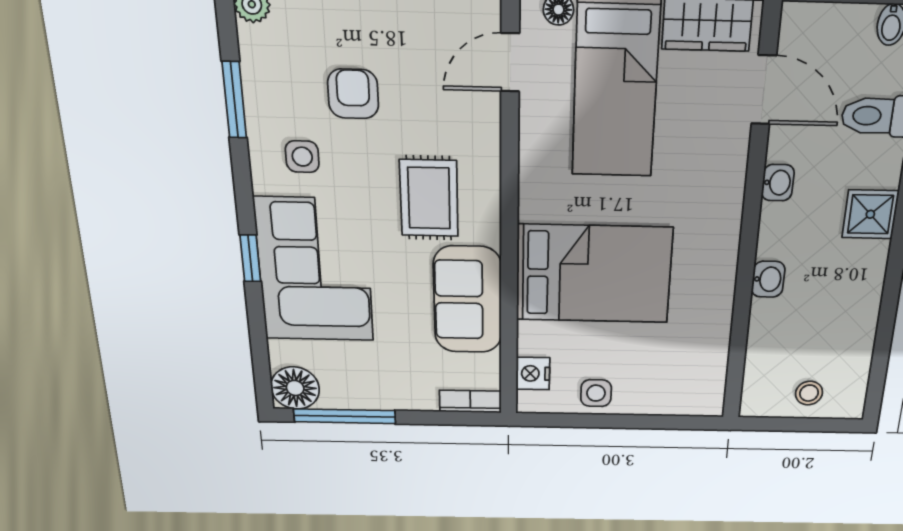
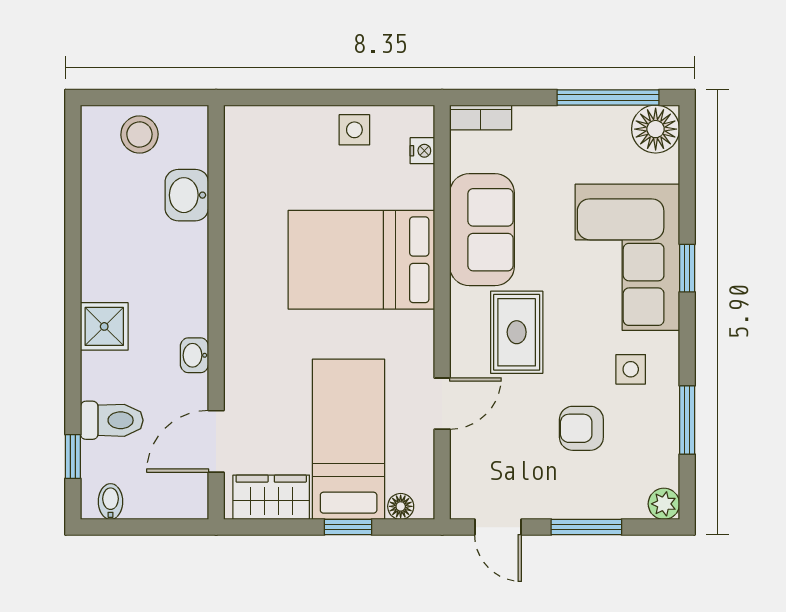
door: (510, 62) -> (442, 404), moved
door: (764, 90) -> (216, 441), hinge flipped
armchair: (353, 94) -> (581, 428), turned 90
washbasin: (768, 279) -> (187, 195), moved, width x1.38, depth x1.45
nightstand: (533, 373) -> (422, 151), width x0.72, depth x0.74
stool: (809, 393) -> (139, 135), width x1.37, depth x1.37

